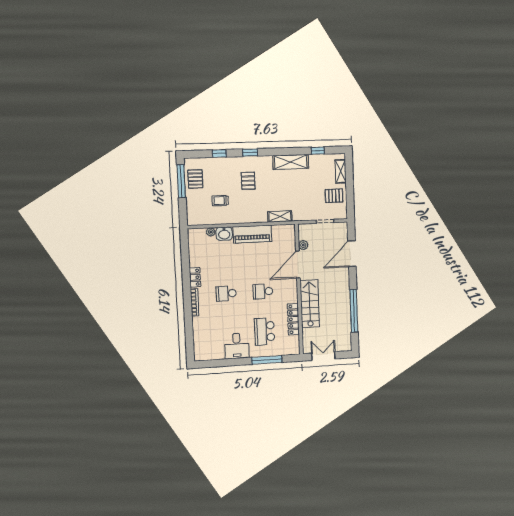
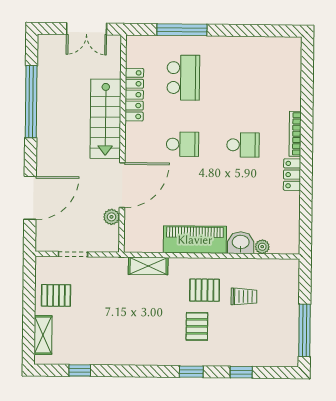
shelving: (291, 162) -> (126, 354), removed
pallet: (195, 179) -> (205, 290), moved, turned 90
desk: (237, 346) -> (231, 57), removed

